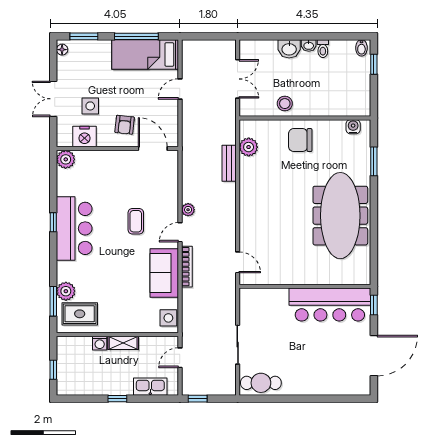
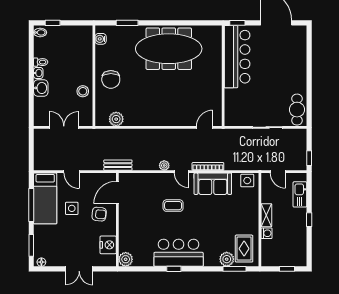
side table: (90, 106) -> (72, 208), moved
bench: (229, 163) -> (118, 165), moved

